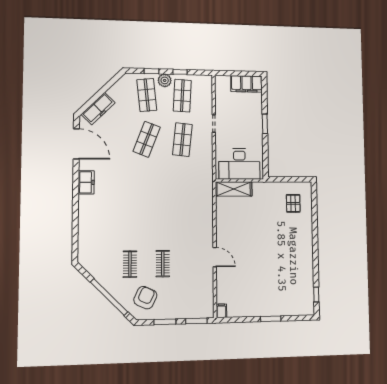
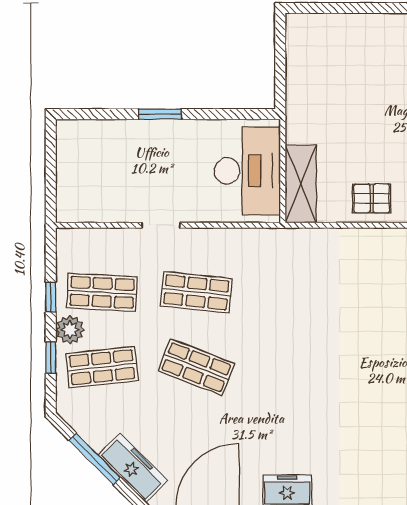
filing cabinet: (247, 84) -> (73, 153), removed
window: (103, 91) -> (95, 459), added
pallet: (293, 203) -> (372, 198), moved

